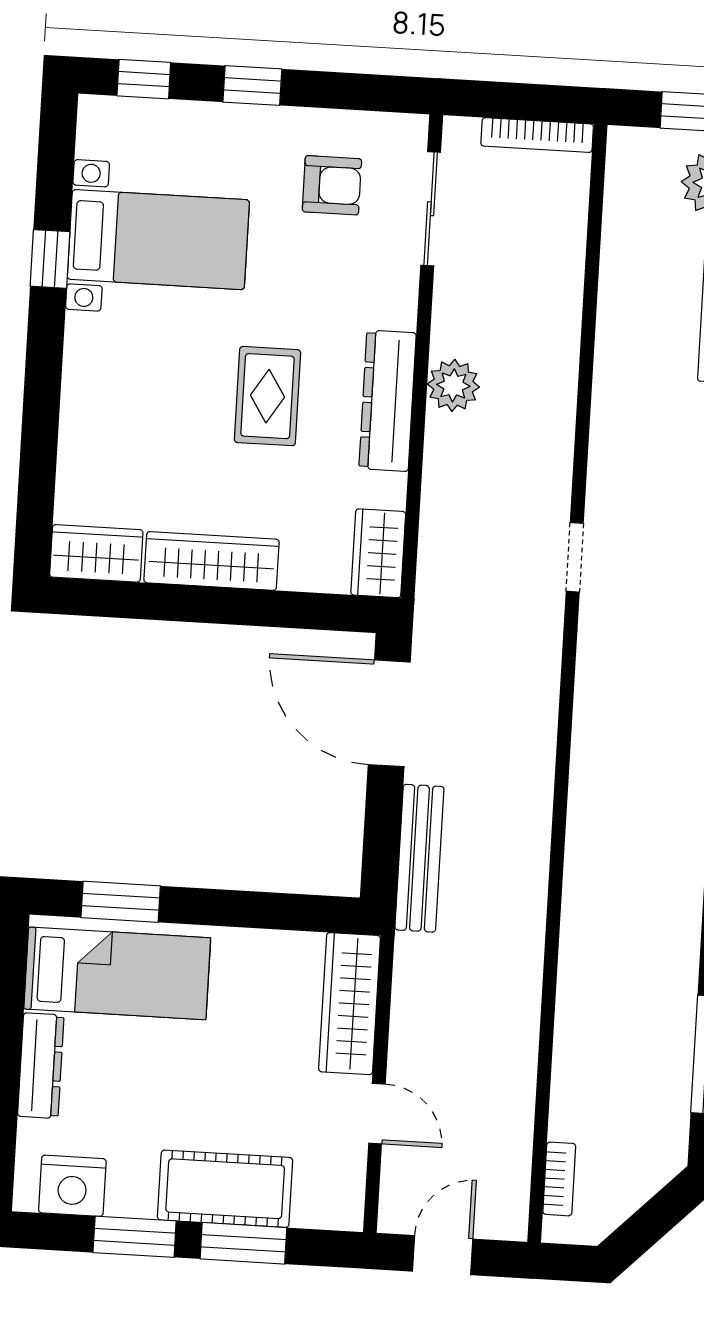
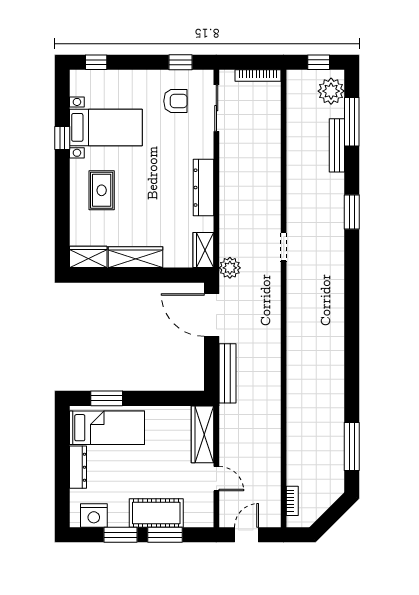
window: (252, 85) -> (181, 62), moved
plant: (453, 385) -> (230, 268), moved
rug: (268, 396) -> (102, 190), moved

